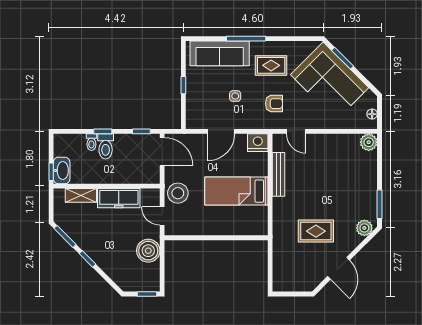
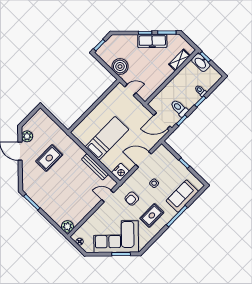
sofa: (220, 53) -> (182, 196), width x0.73
door: (221, 131) -> (144, 159), hinge flipped
toilet: (106, 146) -> (179, 108), moved
stool: (178, 193) -> (134, 109), removed
freezer: (119, 198) -> (152, 41), moved, turned -135
plant: (364, 228) -> (27, 136), moved

